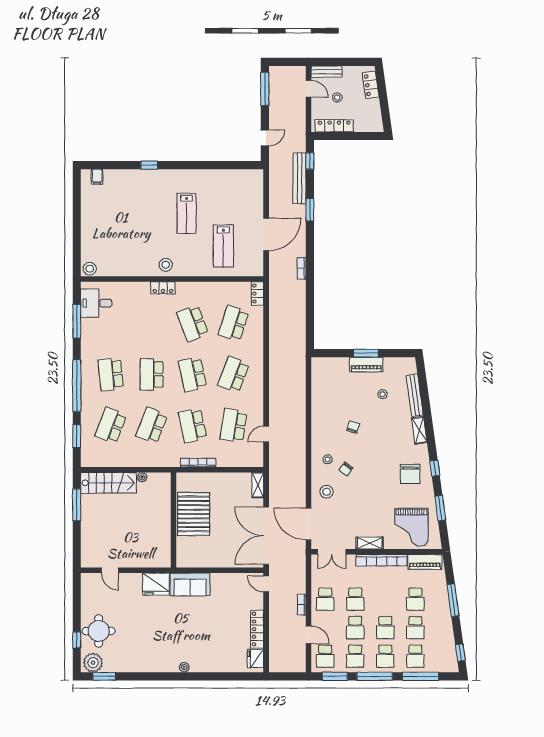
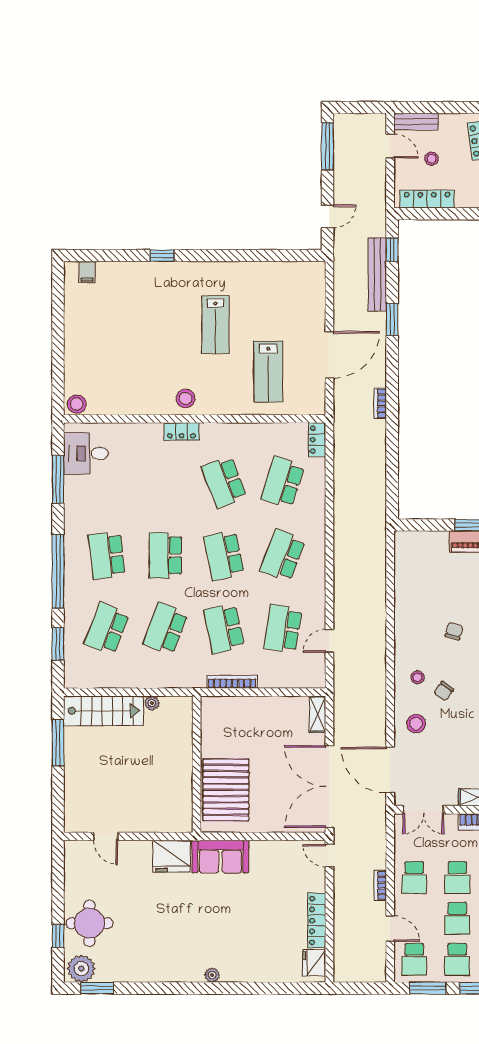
pallet: (194, 514) -> (226, 790), moved

